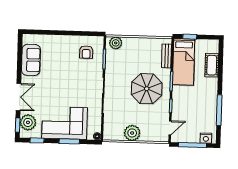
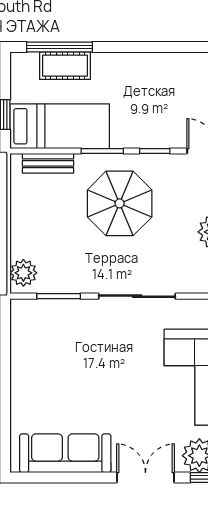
armchair: (86, 52) -> (45, 335), removed
sofa: (31, 60) -> (65, 453), width x1.36
window: (219, 110) -> (60, 47), moved

